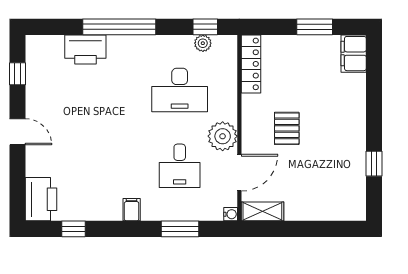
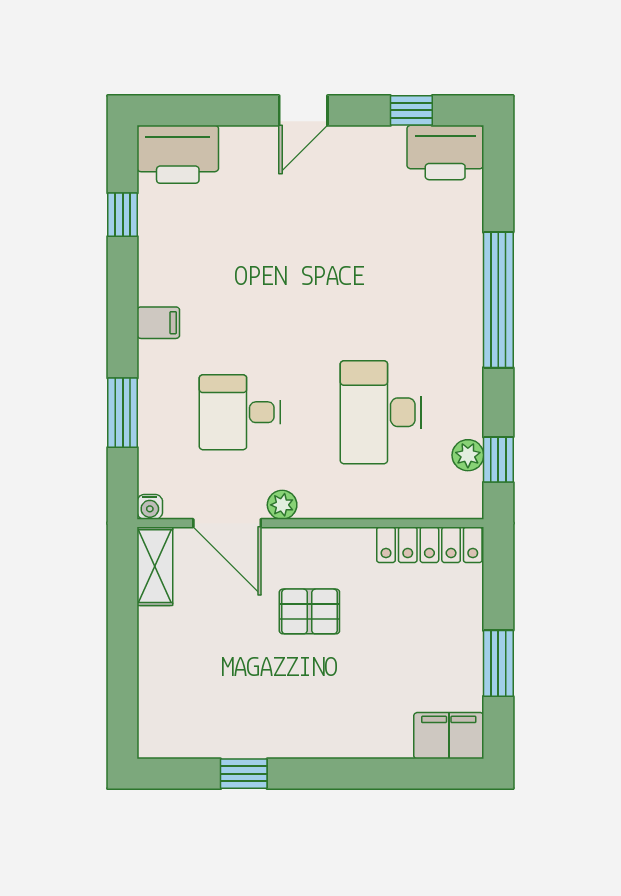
printer: (85, 49) -> (445, 152), moved, turned -90
plant: (223, 136) -> (282, 505), width x0.53, depth x0.53

